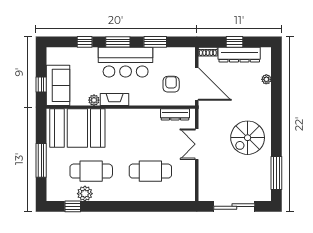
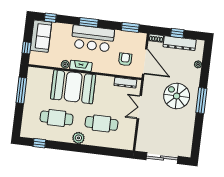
window: (85, 42) -> (50, 18), moved
window: (155, 42) -> (130, 27), moved
sofa: (58, 85) -> (41, 36), moved
booth: (77, 128) -> (73, 87), moved
spiral stairs: (248, 138) -> (177, 96), moved, turned 90
window: (41, 160) -> (21, 90), moved
window: (276, 173) -> (201, 101), moved
plant: (85, 194) -> (78, 138), moved

